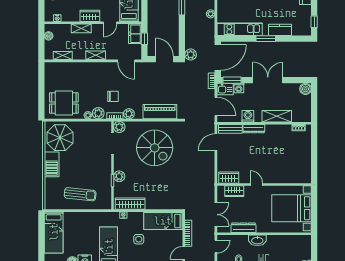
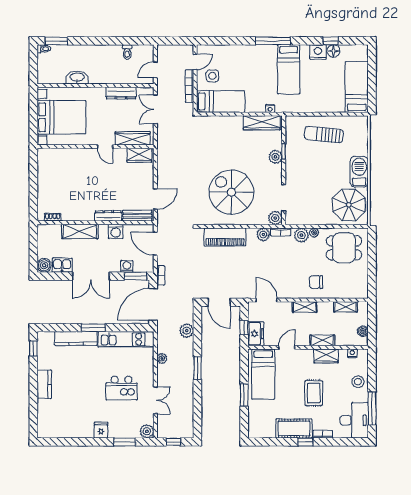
wardrobe: (90, 16) -> (326, 356), moved
kitchen counter: (280, 30) -> (76, 338), width x1.50
plant: (191, 55) -> (187, 331), moved
kitchen sink: (225, 89) -> (62, 265), moved
chair: (113, 96) -> (316, 282), moved
wardrobe: (234, 191) -> (133, 138), width x1.50
side table: (139, 239) -> (212, 76), moved
washbasin: (257, 240) -> (77, 77), moved

